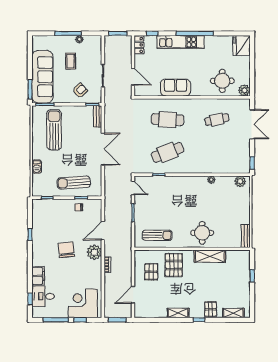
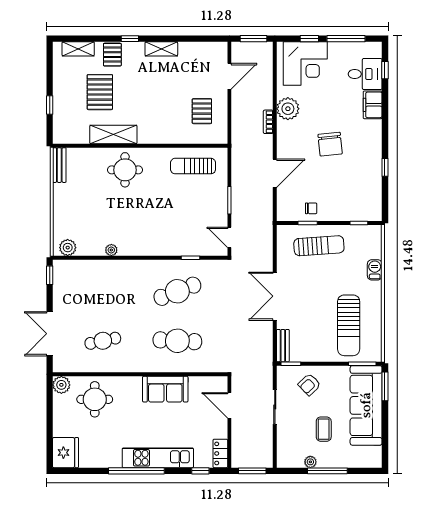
plant: (94, 252) -> (288, 109), moved
pallet: (174, 265) -> (100, 92), moved

